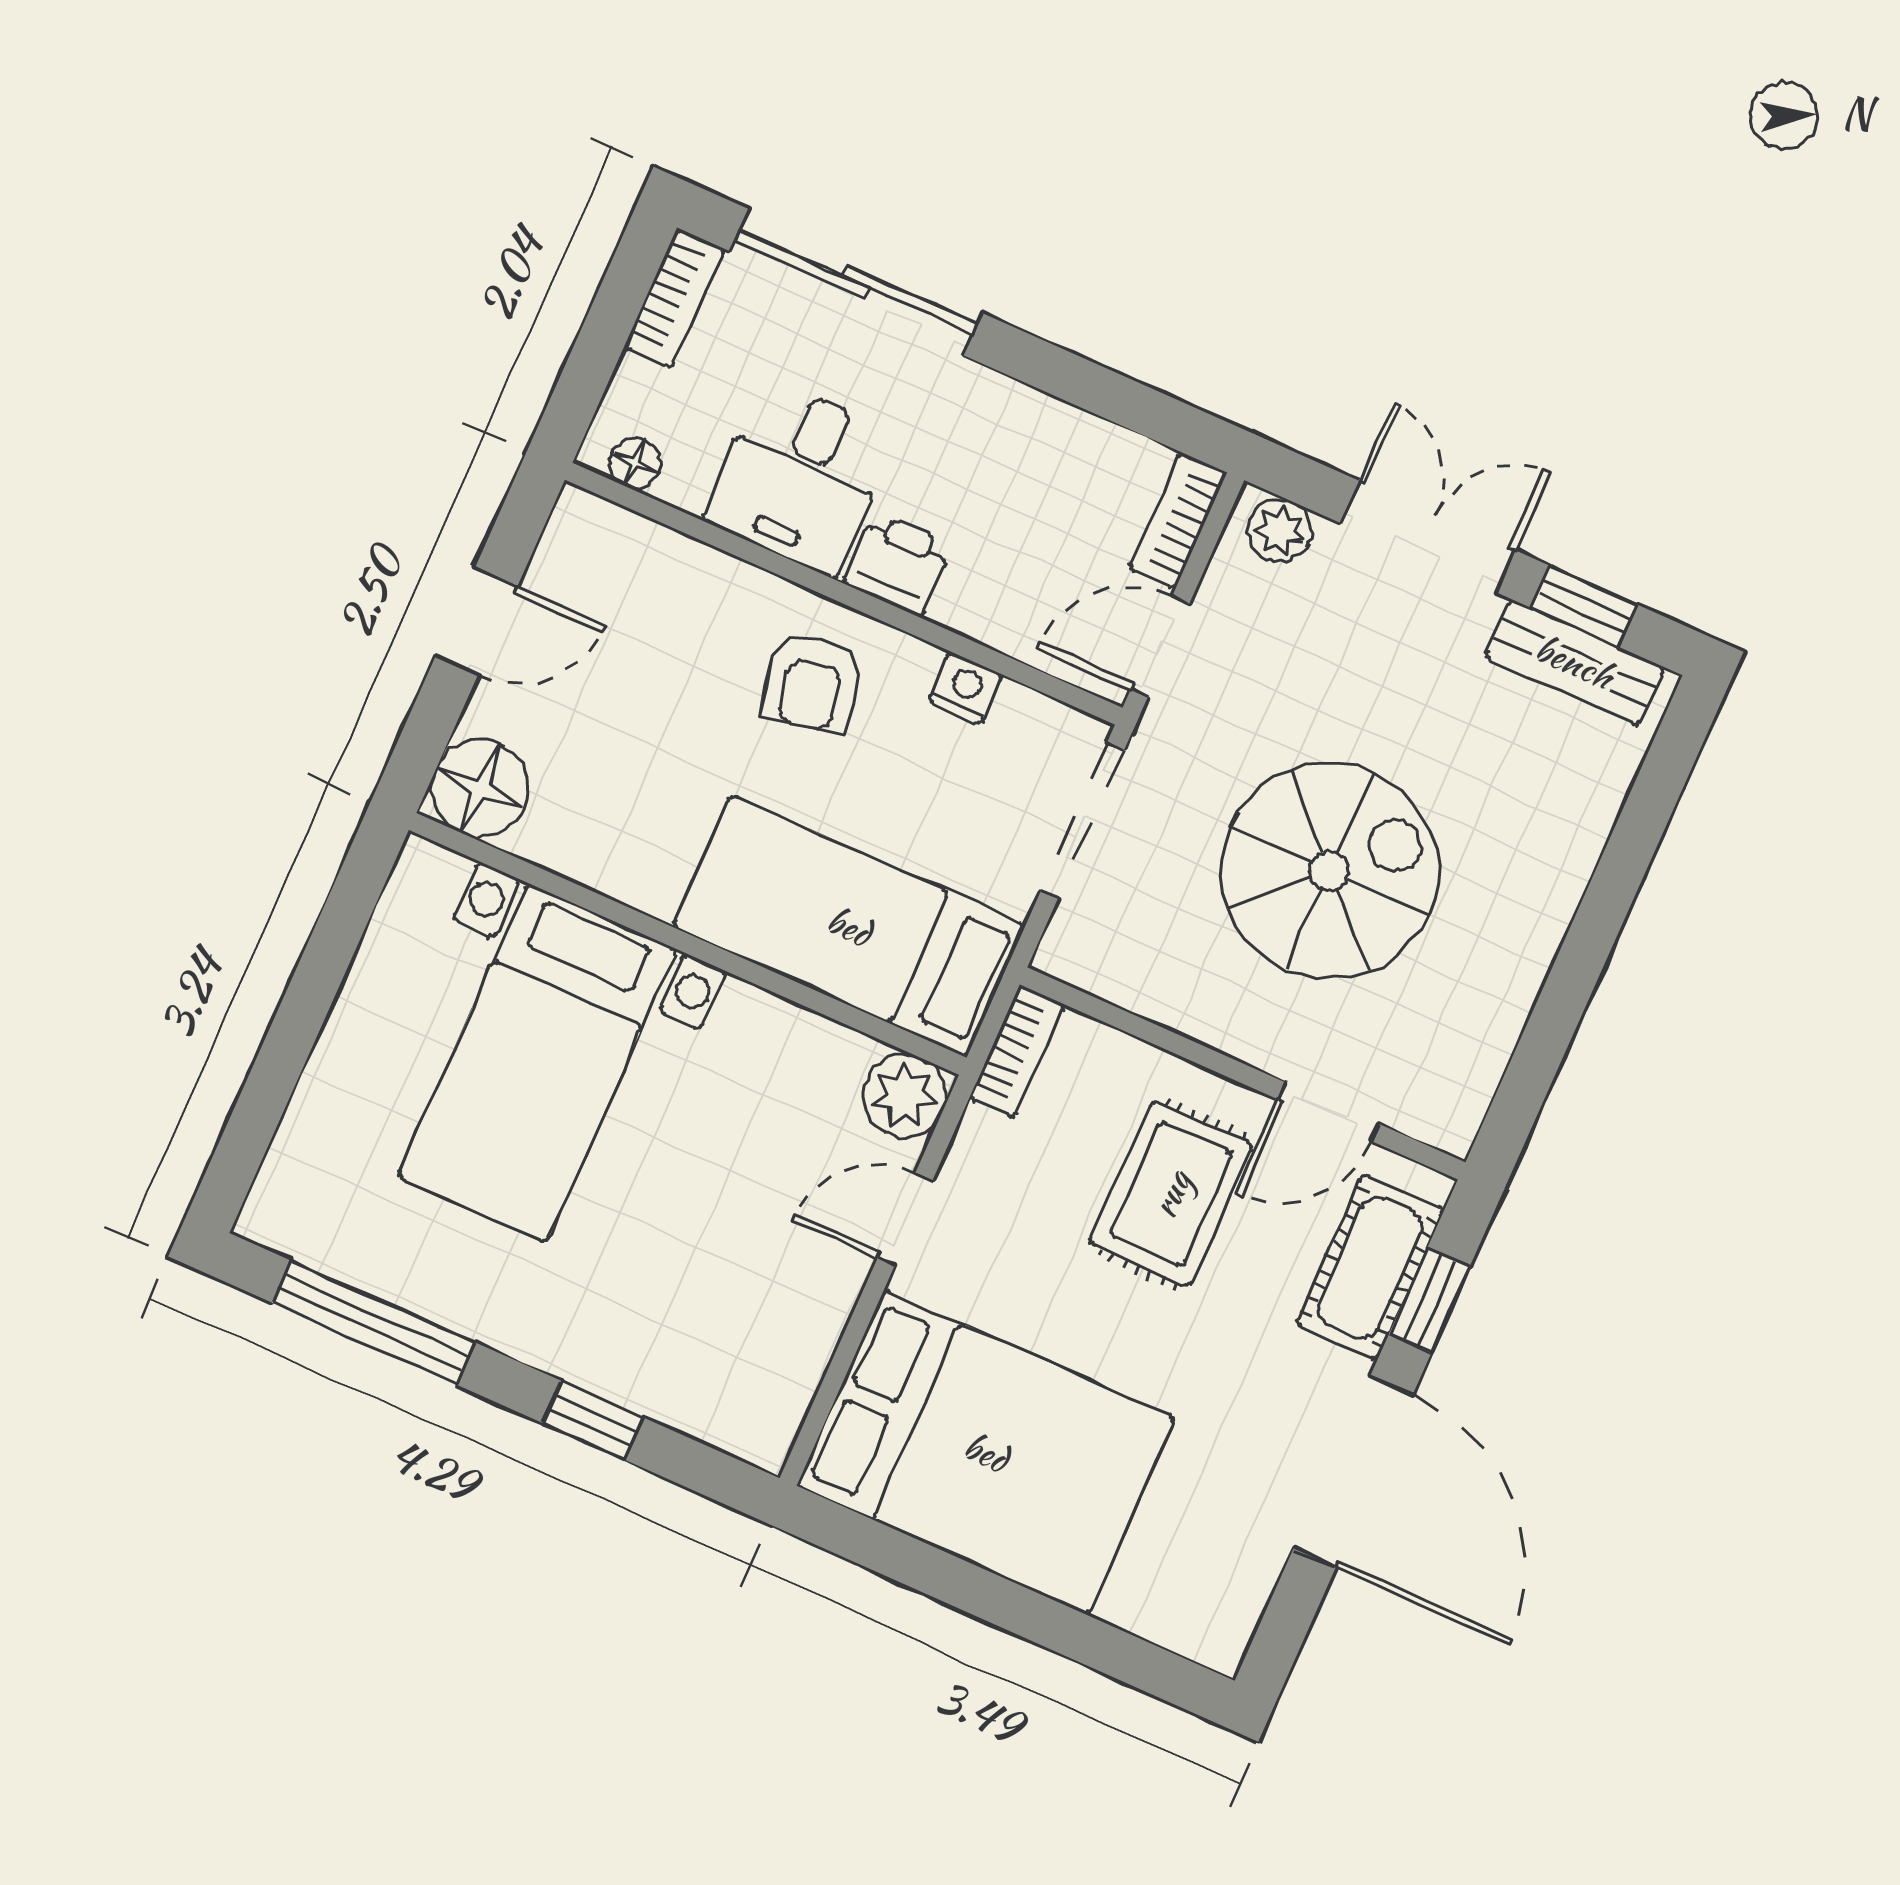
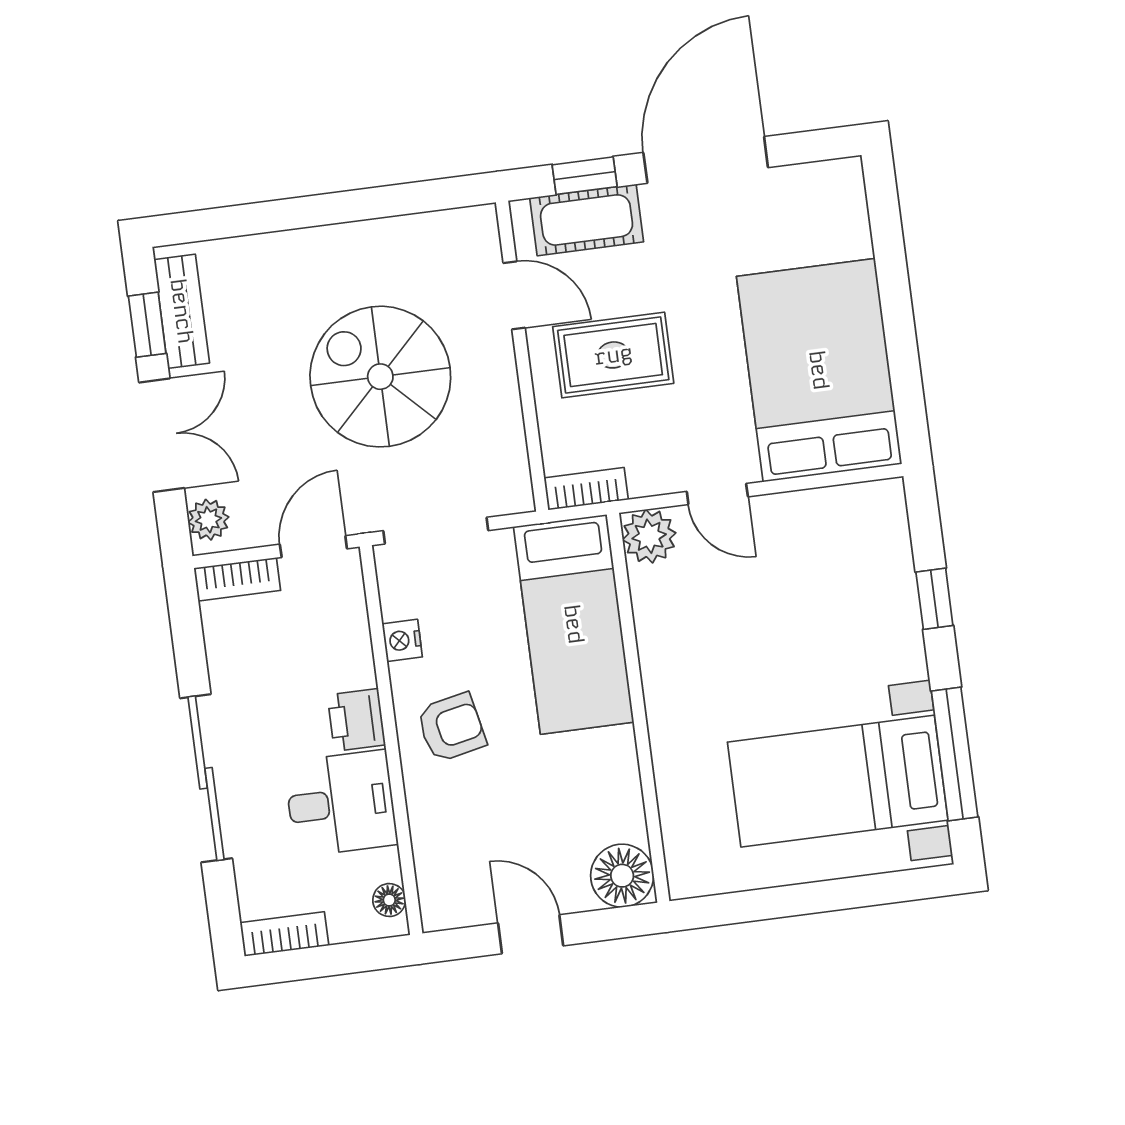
sliding door: (856, 282) -> (206, 778), moved
double door: (1428, 537) -> (162, 435), swing flipped
door: (1160, 647) -> (313, 547), swing flipped
bed with nightstands: (537, 1063) -> (838, 781), moved, turned 180

